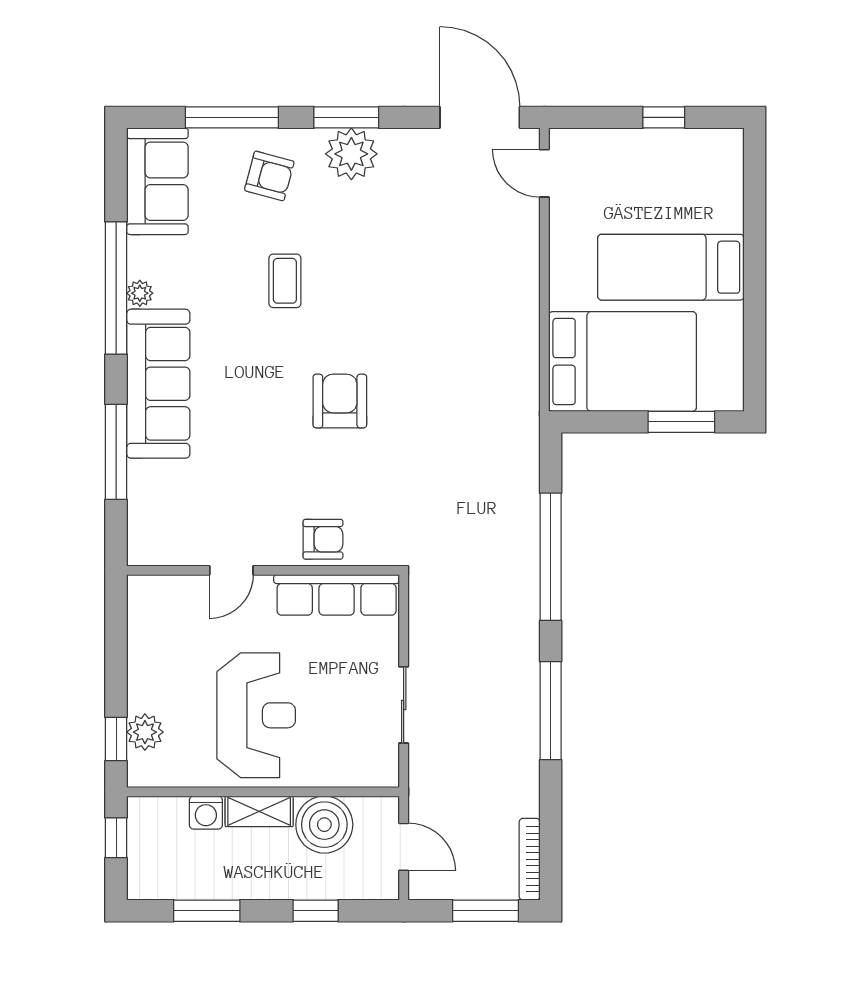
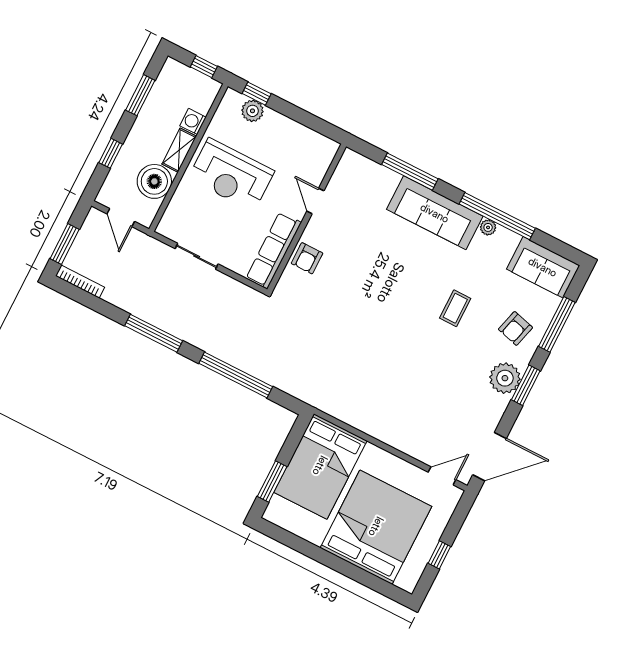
bed: (671, 267) -> (376, 527), width x2.04
coffee table: (285, 281) -> (455, 308), turned 90
armchair: (340, 401) -> (376, 305), removed
door: (404, 847) -> (121, 218), hinge flipped

